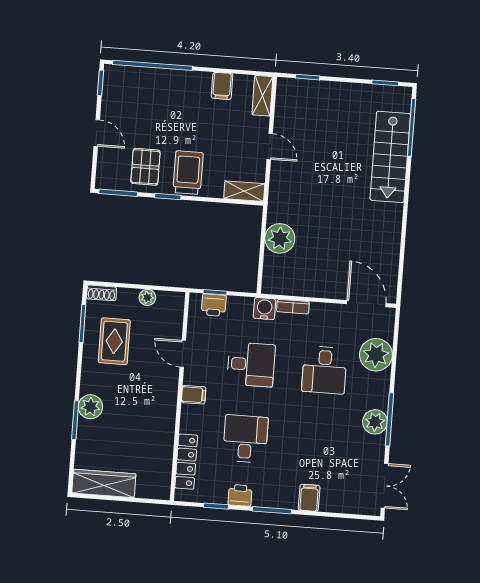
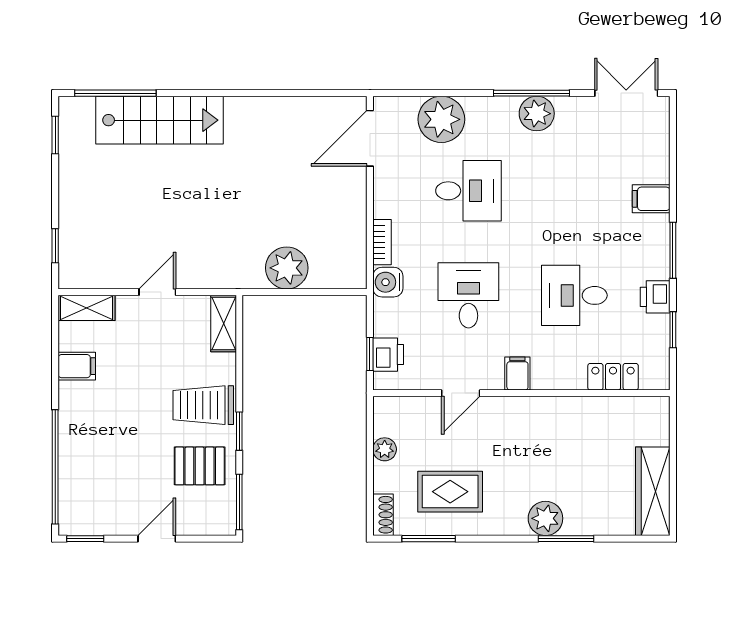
locker: (186, 462) -> (613, 377), width x0.66

